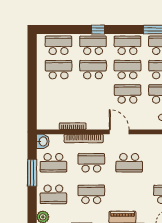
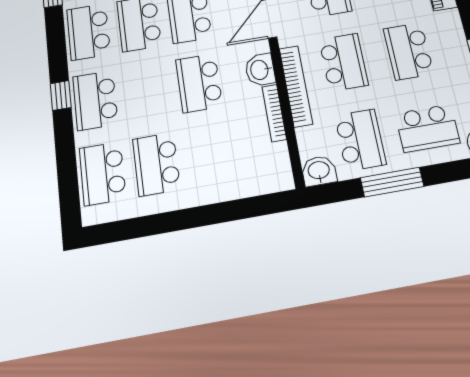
school desk: (93, 70) -> (199, 83), moved
washbasin: (94, 123) -> (260, 70), added
school desk: (91, 163) -> (344, 62), turned 180
school desk: (53, 194) -> (427, 128), turned 90

